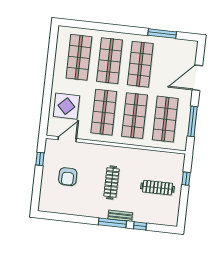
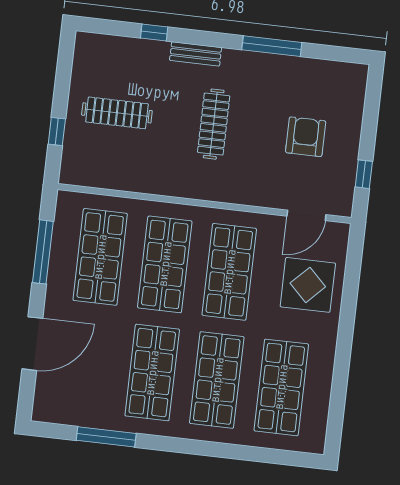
window: (112, 223) -> (272, 46), moved

